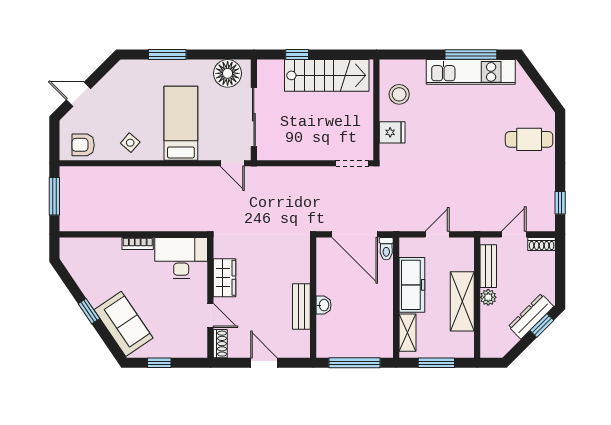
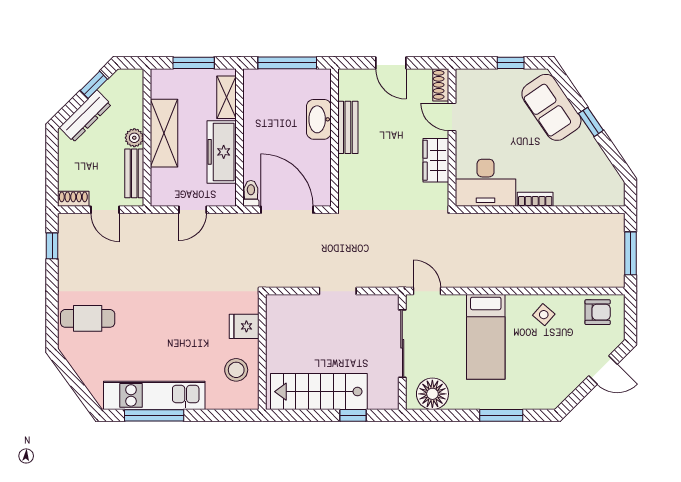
doorway: (352, 163) -> (338, 291), moved
door: (514, 234) -> (105, 210), hinge flipped
washbasin: (324, 305) -> (319, 119), width x1.91, depth x1.45
window: (542, 325) -> (94, 85), moved

